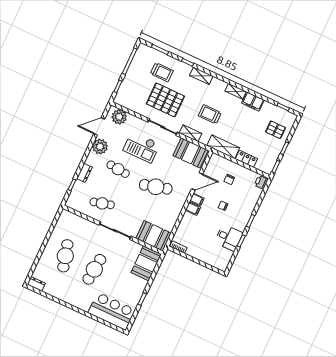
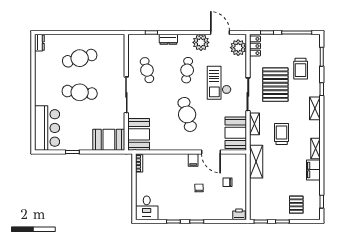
locker: (246, 159) -> (255, 46), moved
filing cabinet: (193, 209) -> (183, 160), removed
desk: (229, 238) -> (147, 208), moved

